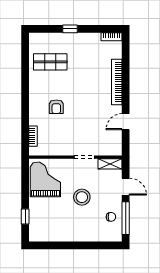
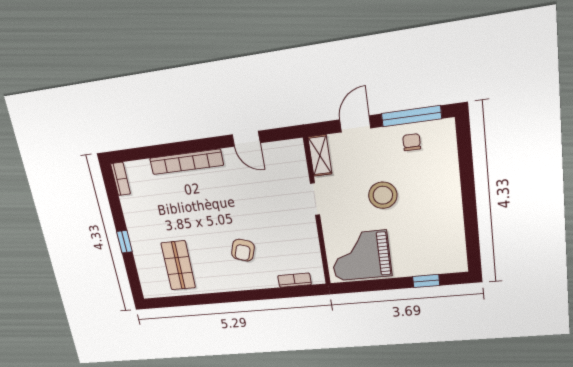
armchair: (56, 107) -> (243, 250), turned 108

